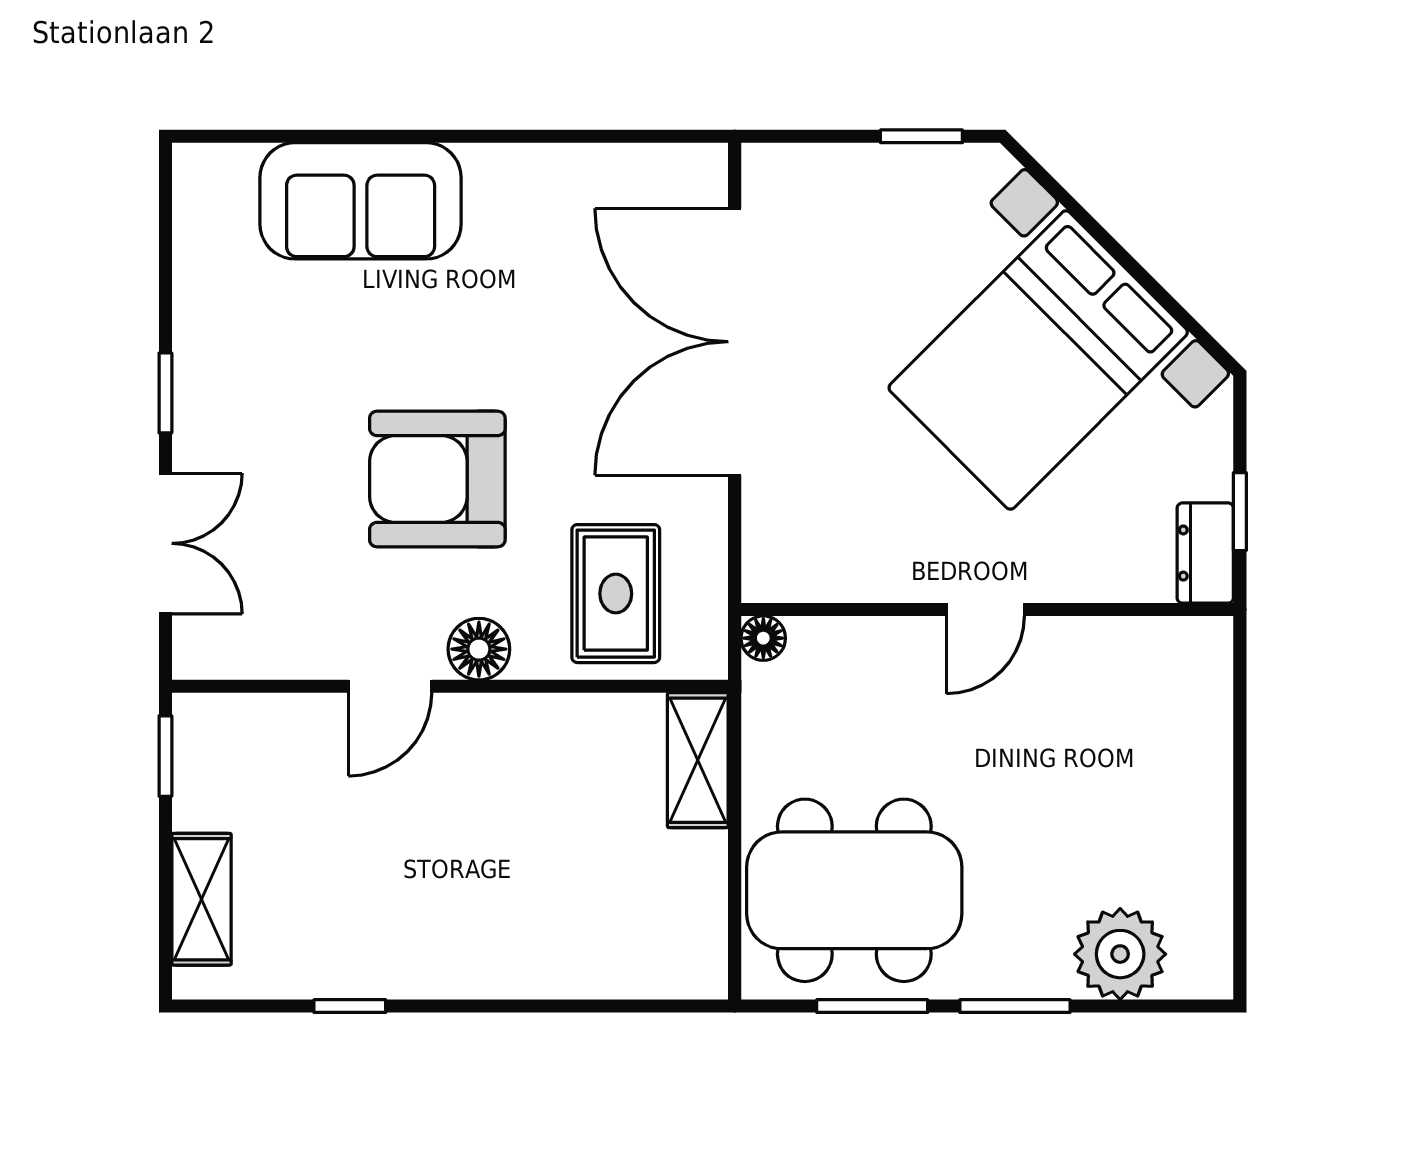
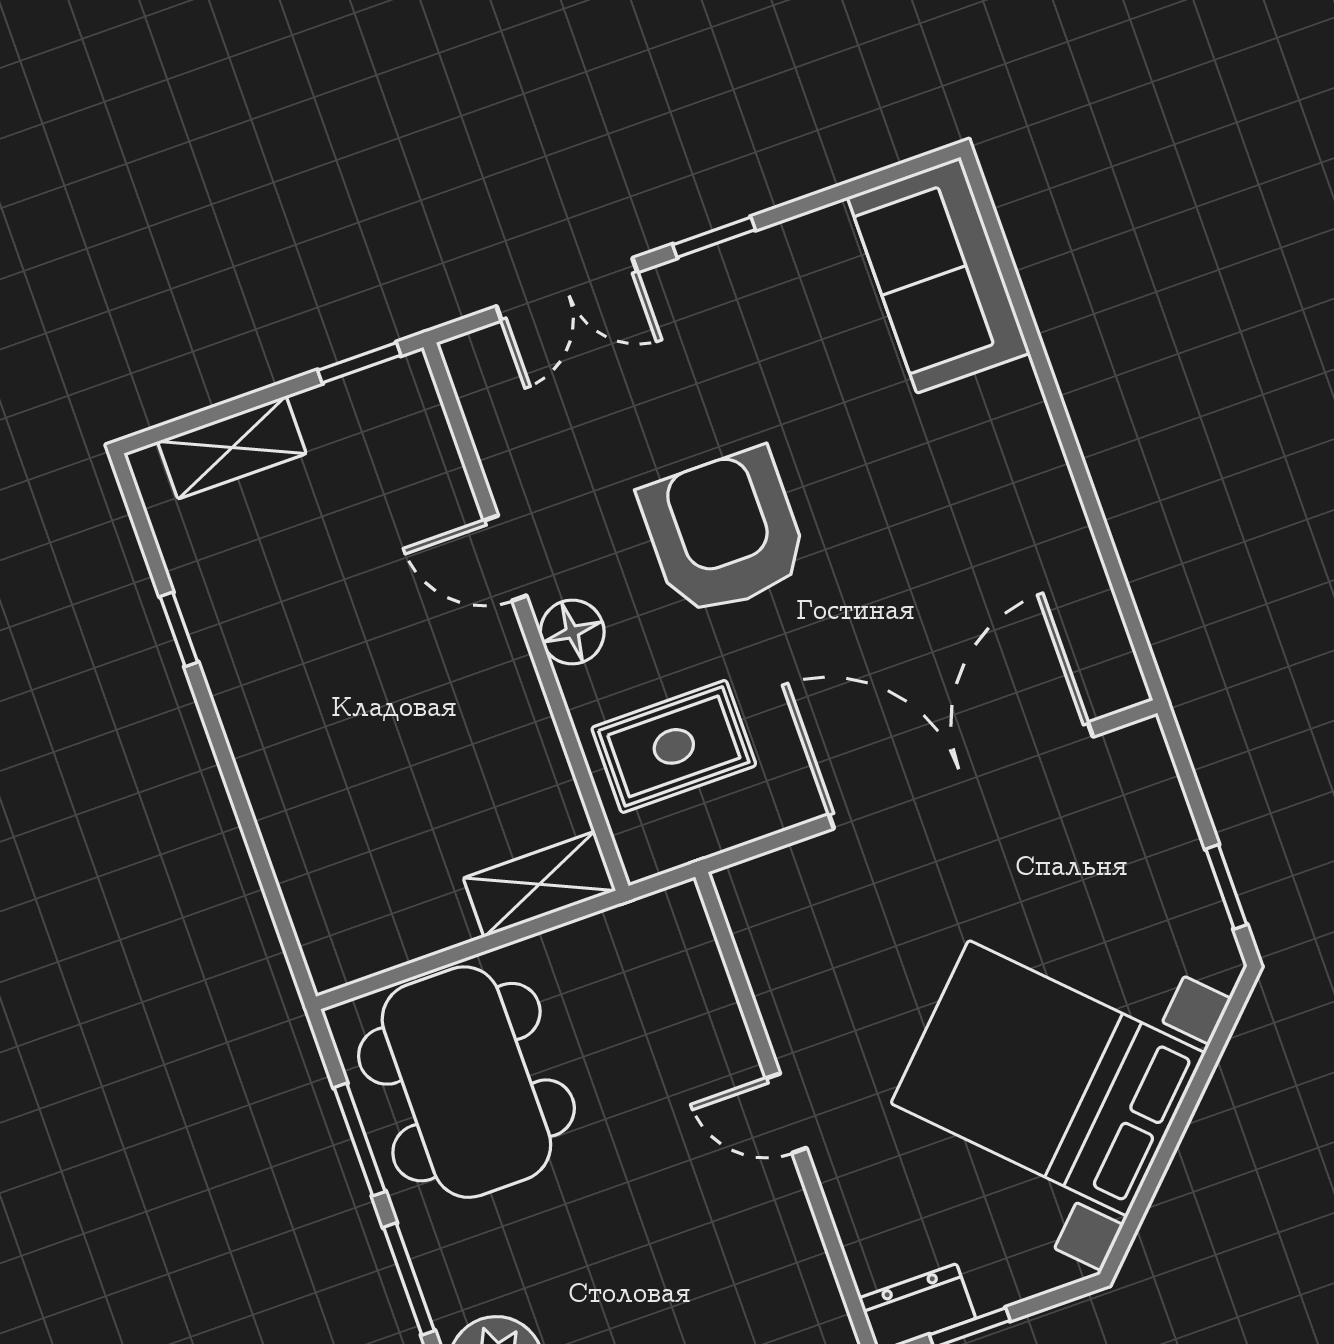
sofa: (361, 201) -> (939, 275), moved
floor lamp: (763, 638) -> (681, 906), removed

